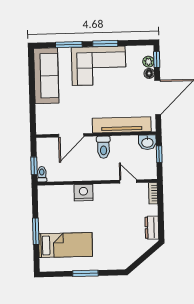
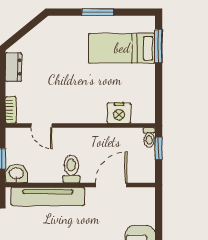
nightstand: (83, 193) -> (119, 113), moved
window: (36, 231) -> (159, 46), moved

